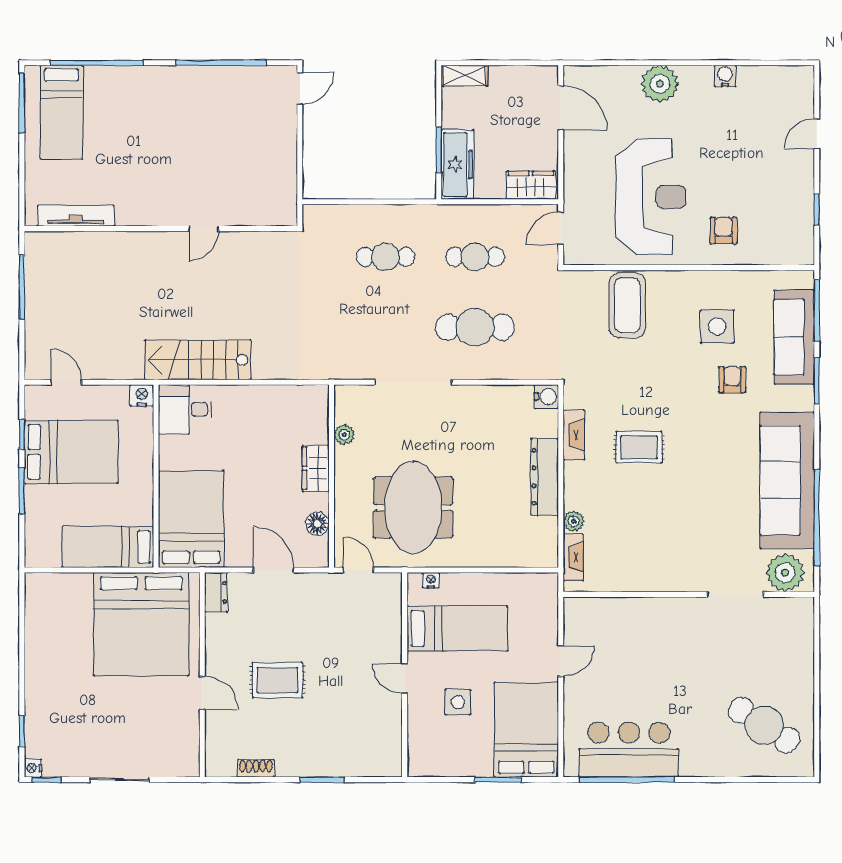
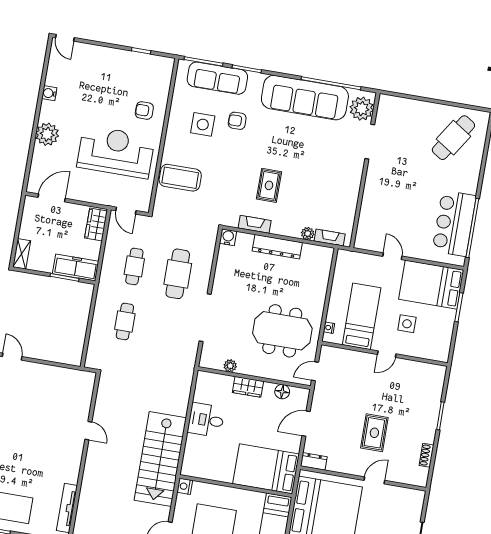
door: (817, 134) -> (65, 38), moved
stairs: (198, 360) -> (160, 459), width x1.36, depth x1.51
desk: (185, 409) -> (206, 420), moved, turned 90

